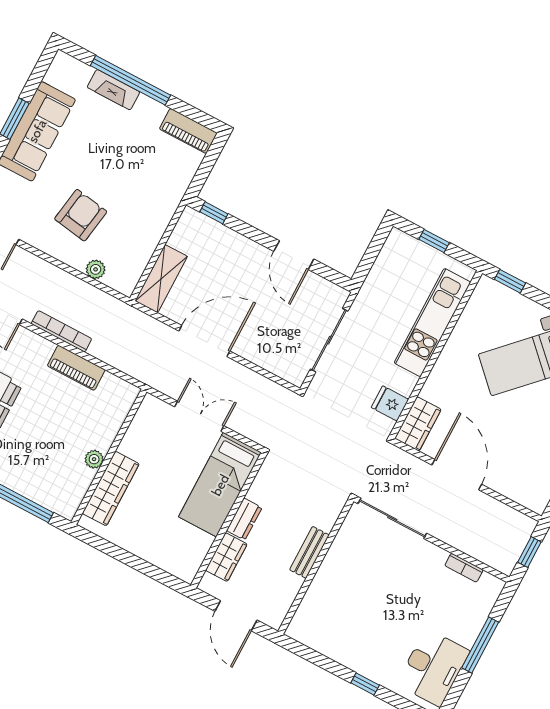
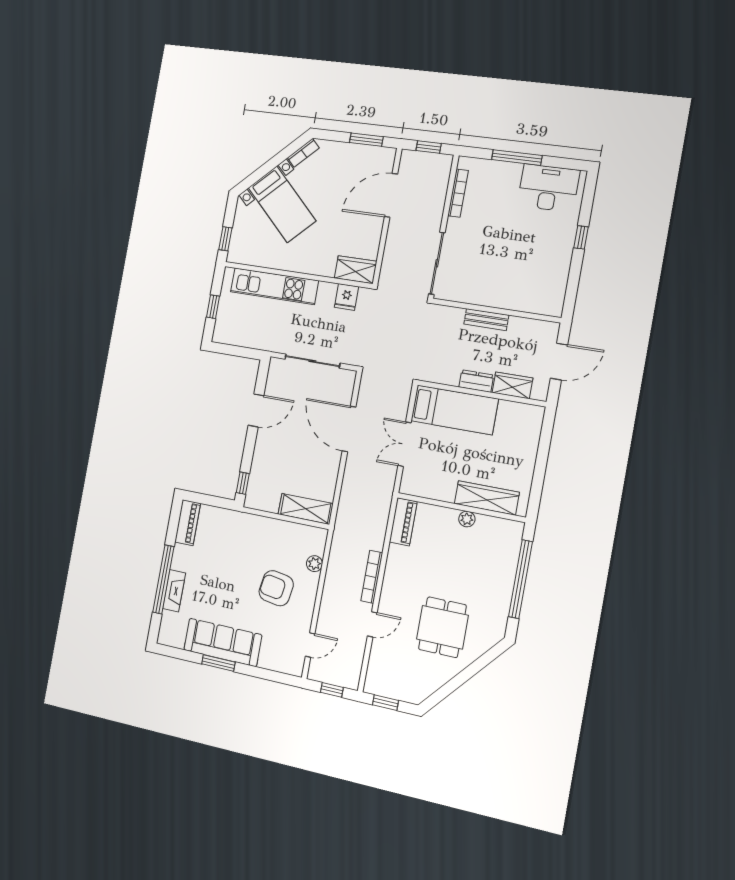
door: (204, 341) -> (349, 429), moved
piano: (76, 368) -> (403, 522), moved
door: (457, 475) -> (391, 195), moved
bookcase: (464, 568) -> (458, 193), width x1.56

